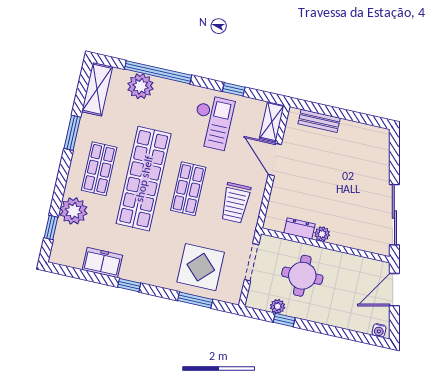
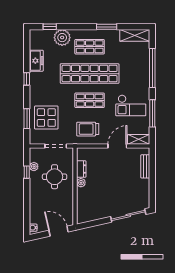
plant: (140, 86) -> (142, 60), removed
window: (234, 89) -> (152, 113), width x2.17
sliding door: (394, 215) -> (128, 215), moved

